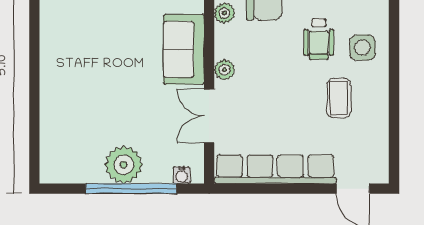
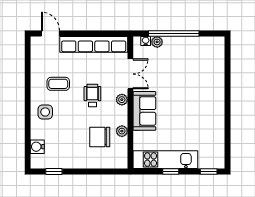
wheelchair: (319, 39) -> (92, 95), moved
coffee table: (339, 98) -> (58, 84), turned 90
plant: (124, 165) -> (157, 42), moved, width x0.53, depth x0.53

